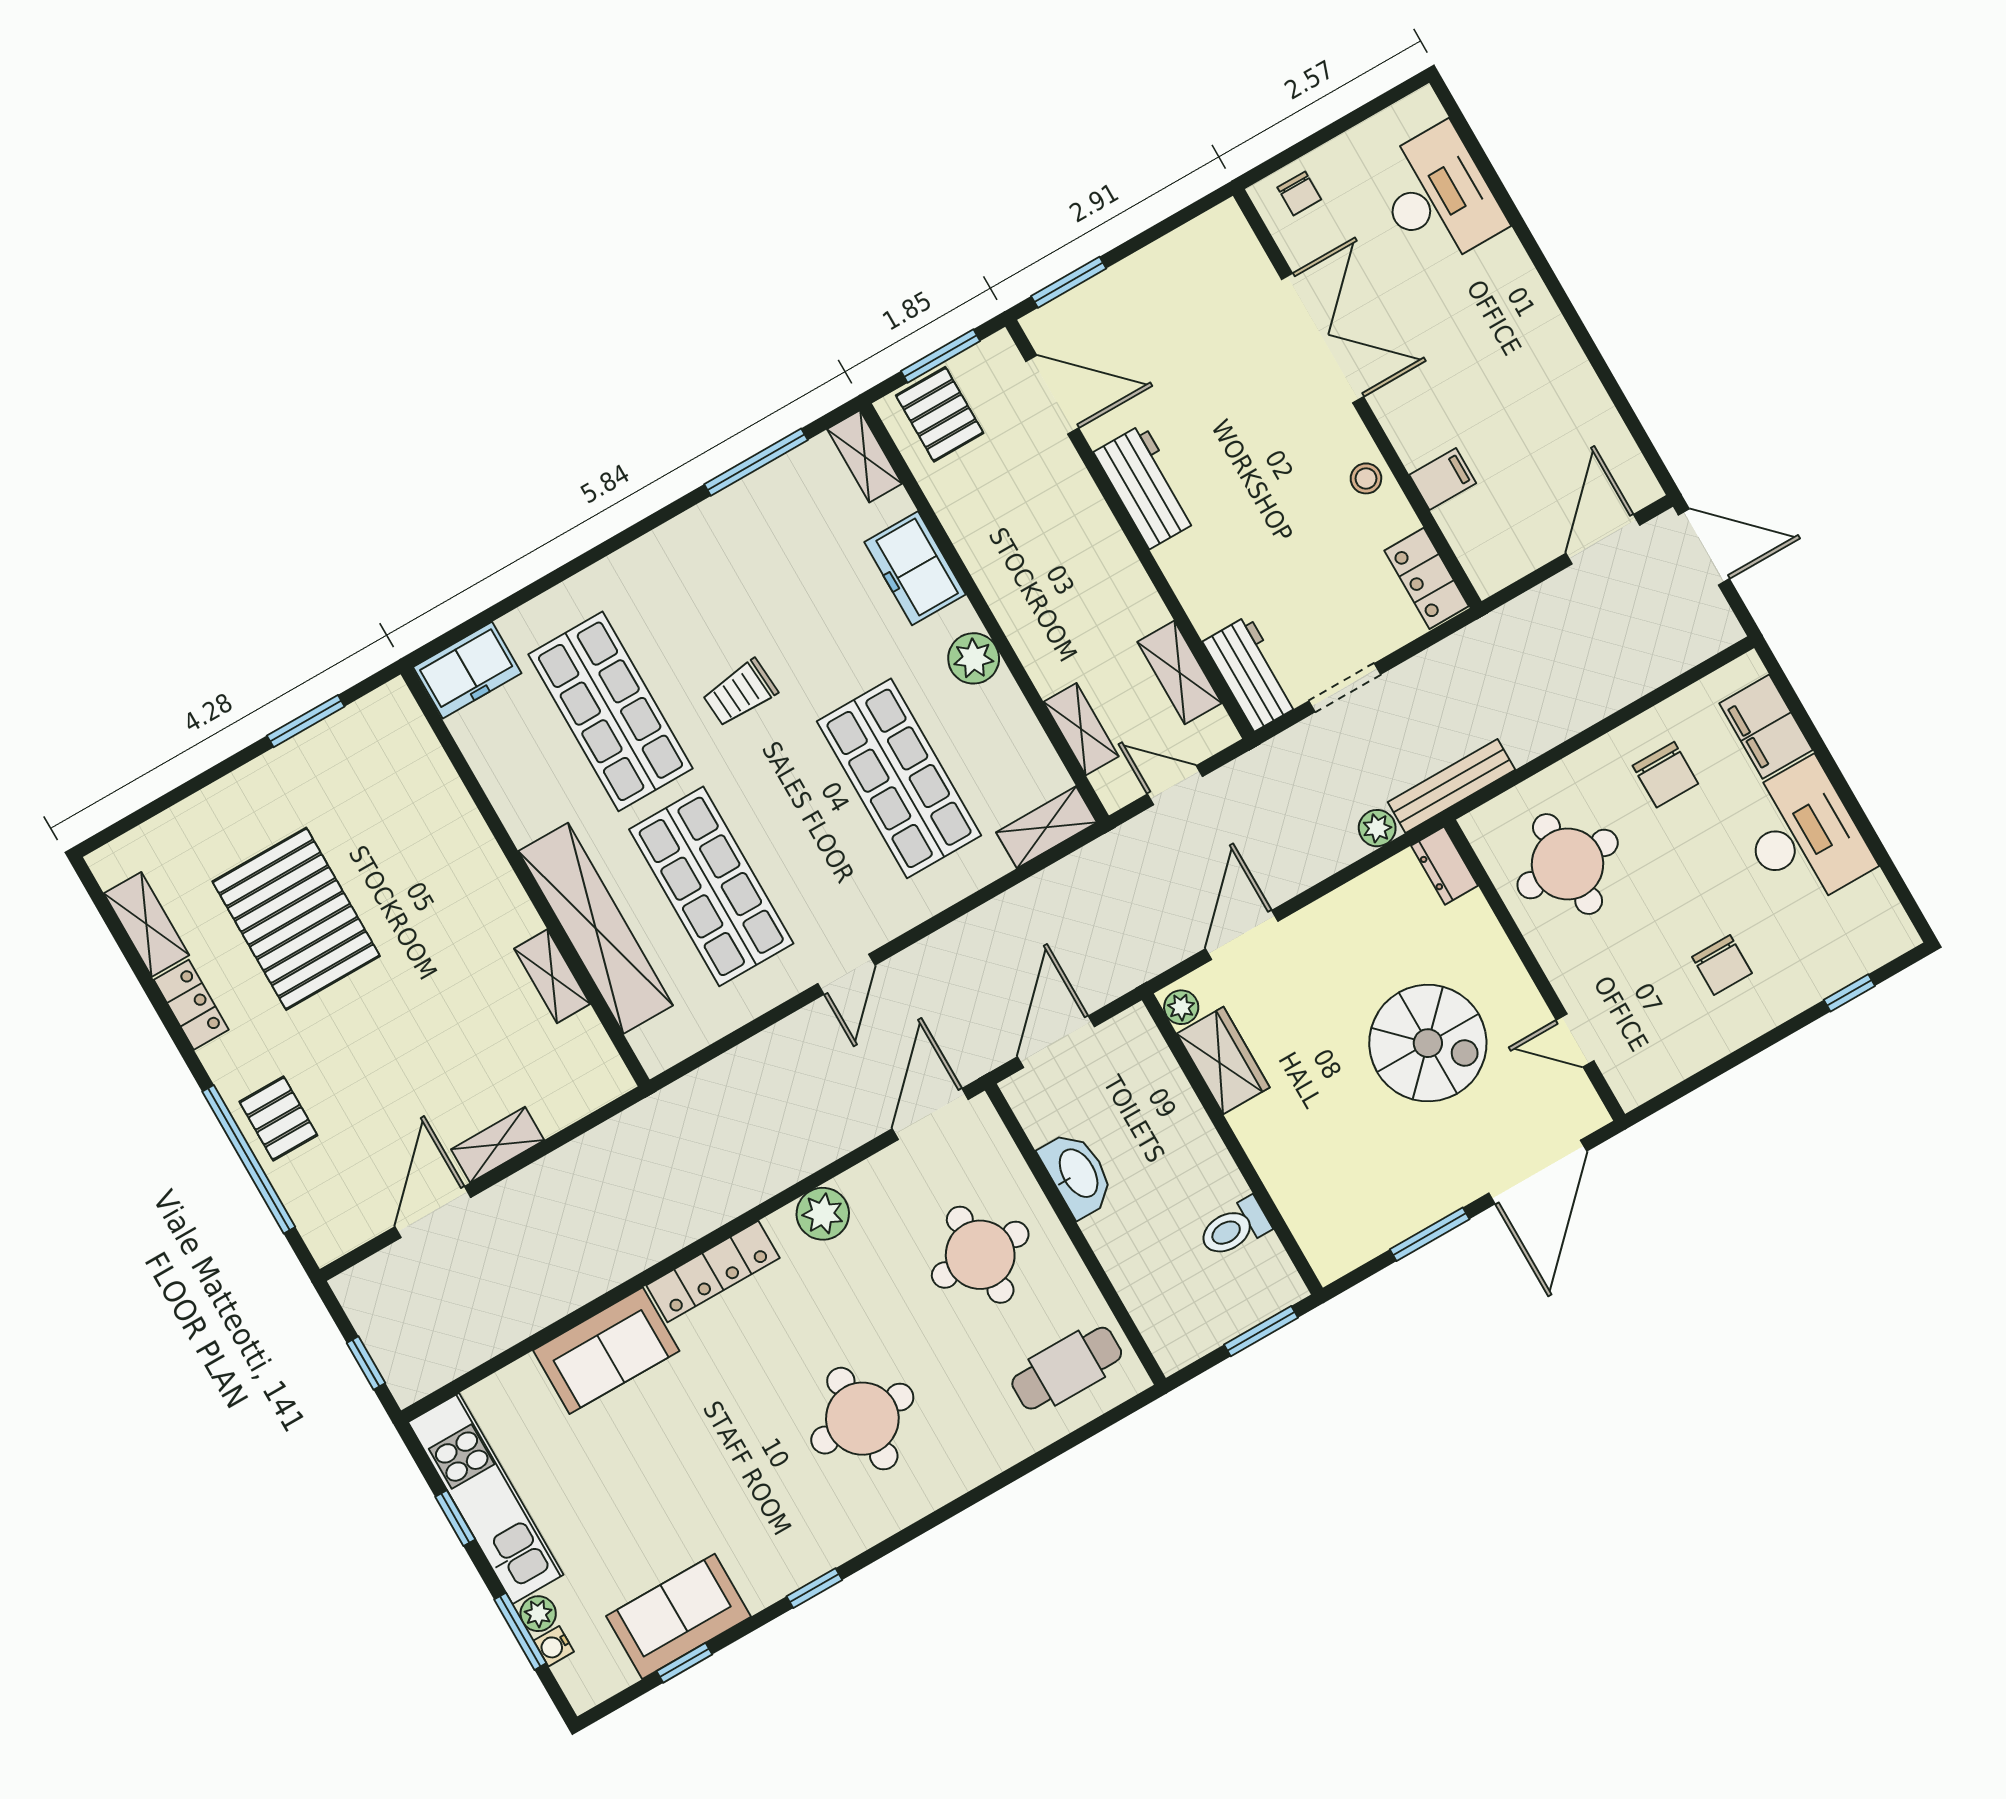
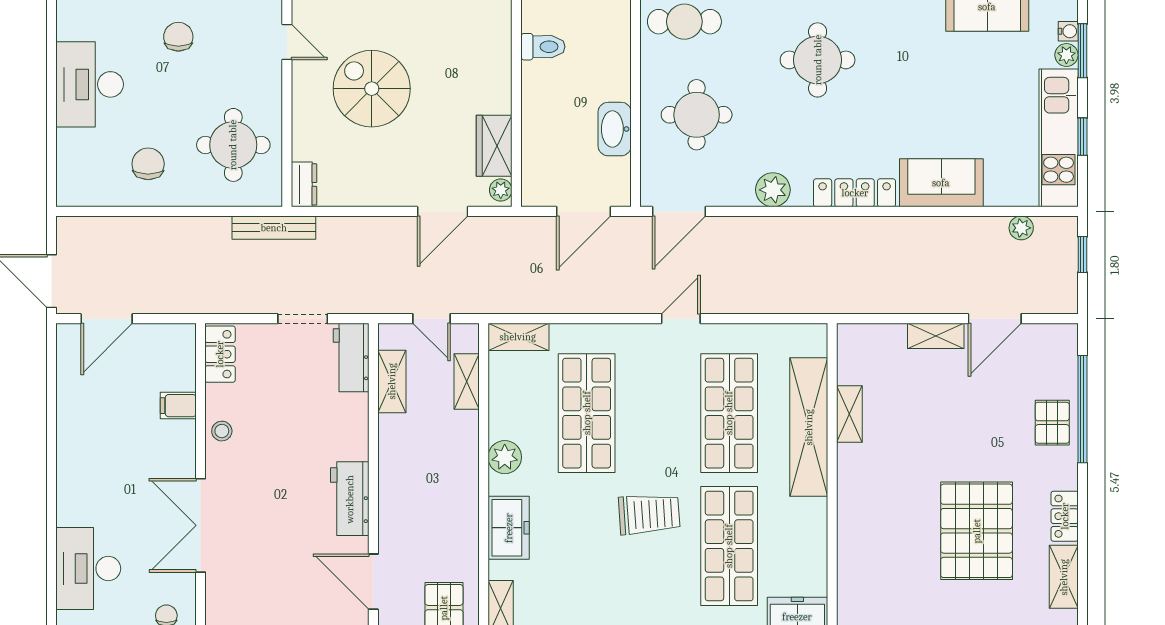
trolley: (740, 693) -> (649, 514), width x1.36, depth x1.39
filing cabinet: (1766, 727) -> (75, 158), removed
plant: (1377, 828) -> (1021, 228), moved

